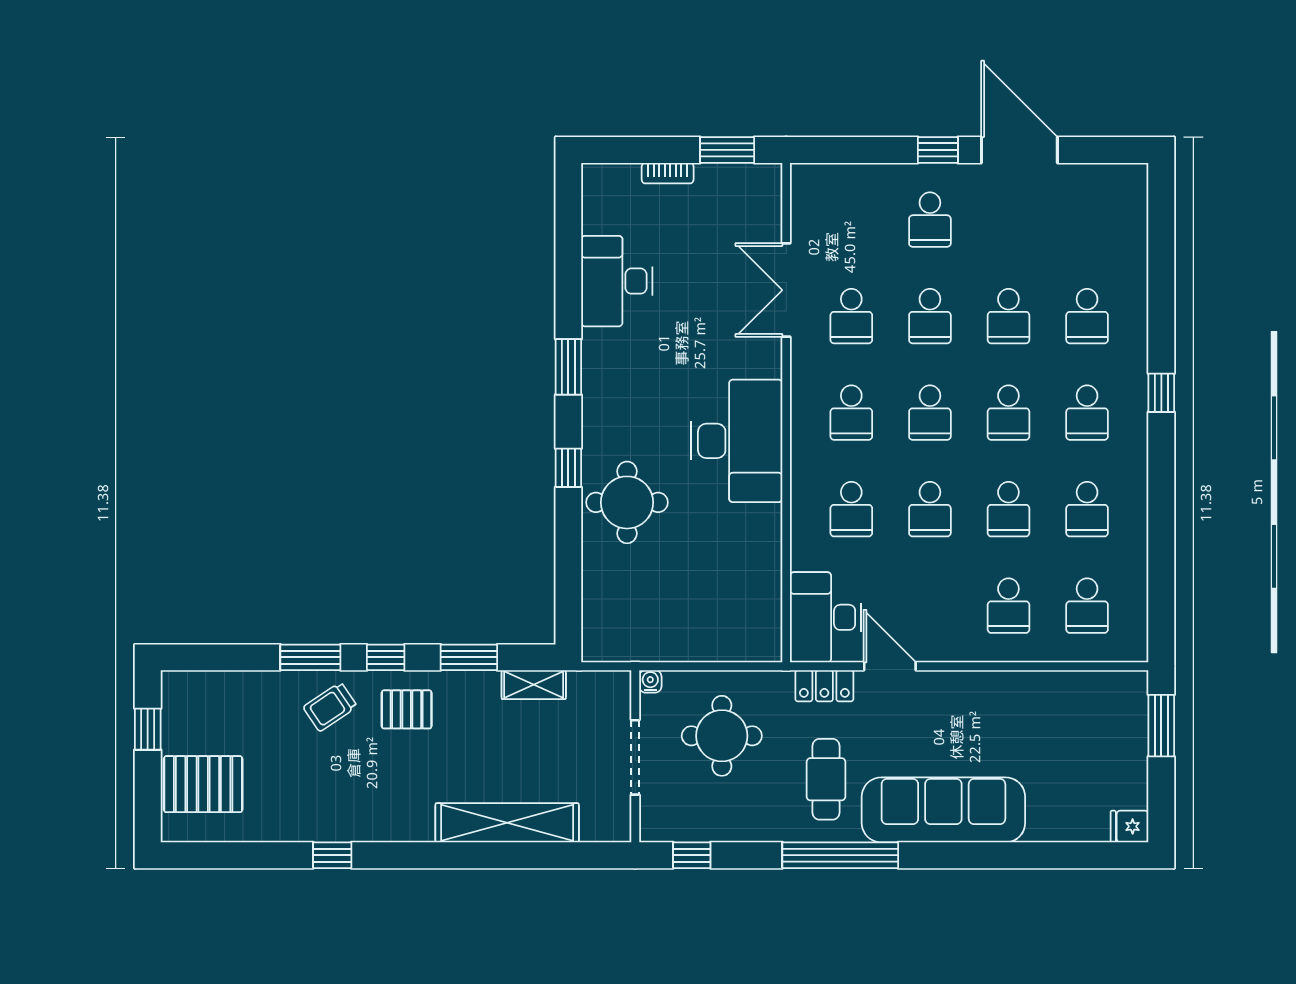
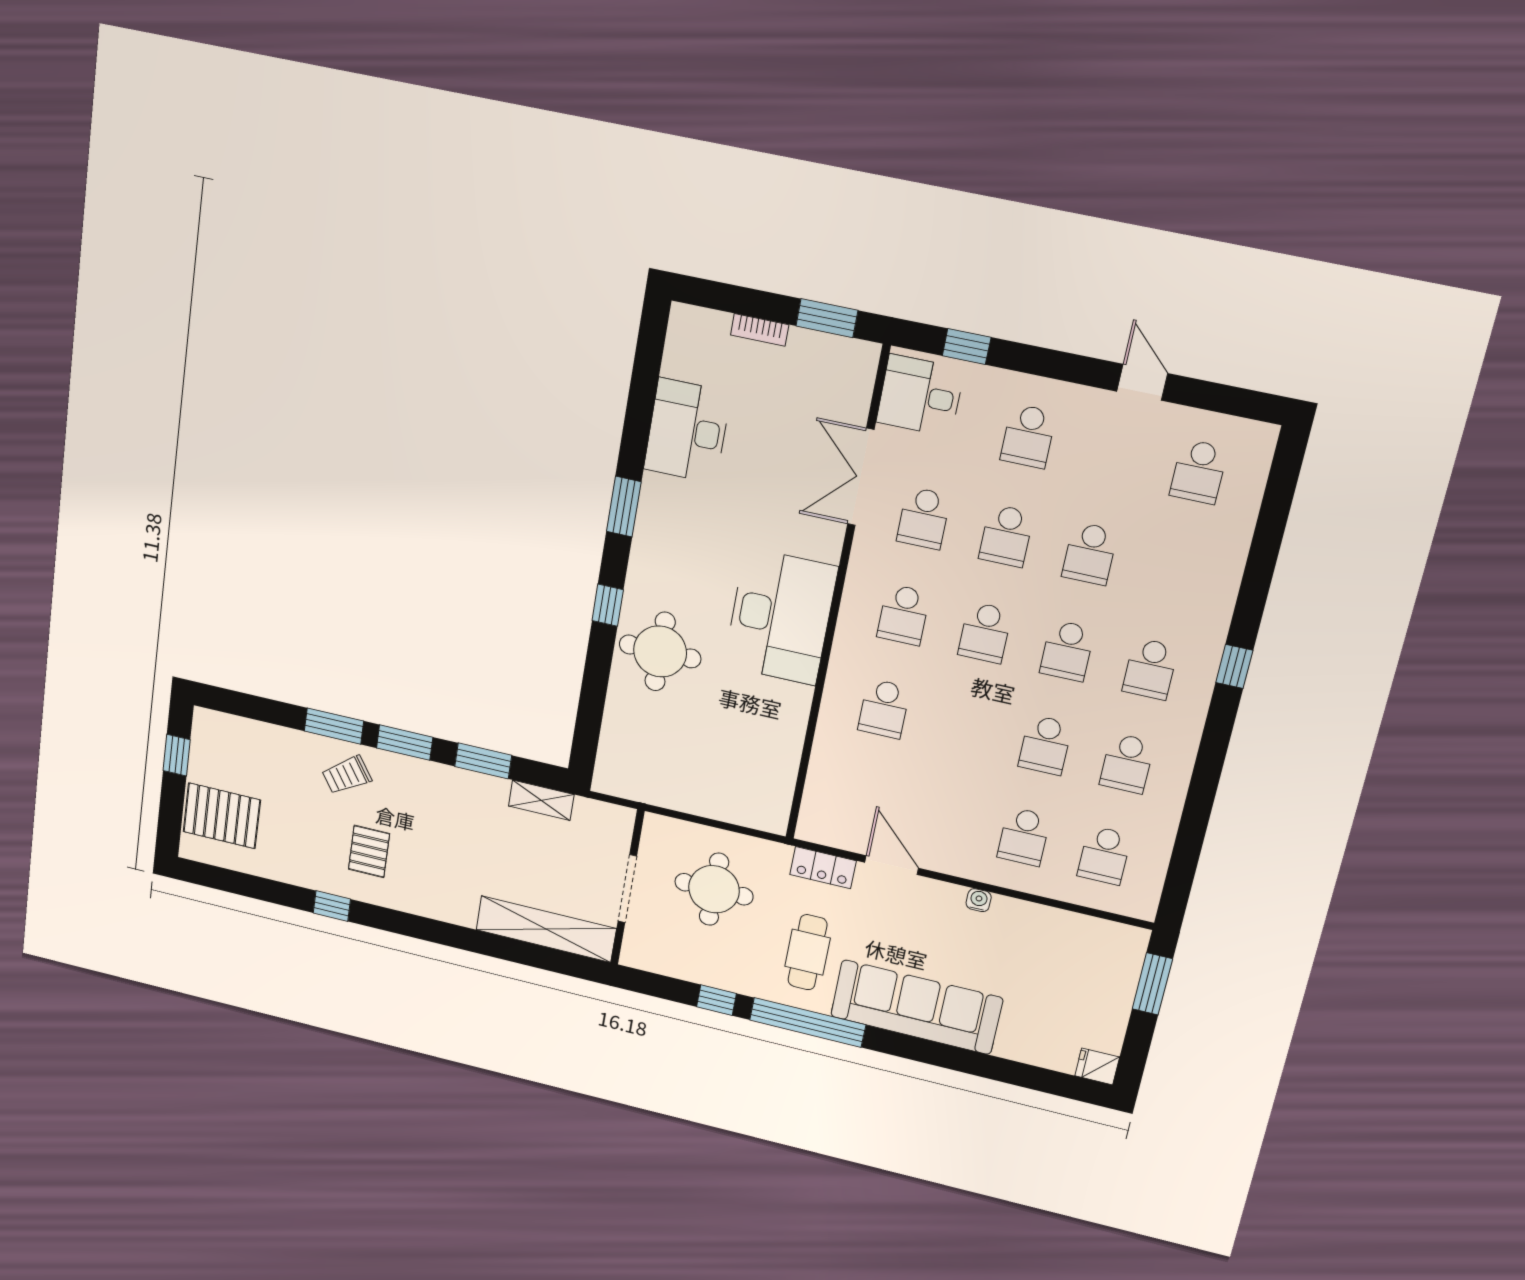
window: (938, 150) -> (967, 347), moved
door: (1019, 150) -> (1142, 382), width x0.53
school desk: (1087, 316) -> (1199, 472), moved
school desk: (930, 509) -> (964, 727), removed
desk: (825, 617) -> (920, 396), moved, width x0.73
window: (386, 657) -> (405, 743), width x1.50
water cooler: (650, 681) -> (979, 900), moved
pallet: (407, 709) -> (369, 851), moved, turned 90
shelving: (507, 823) -> (546, 929), moved
window: (692, 855) -> (716, 1000), moved

